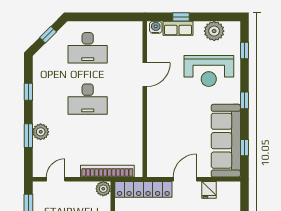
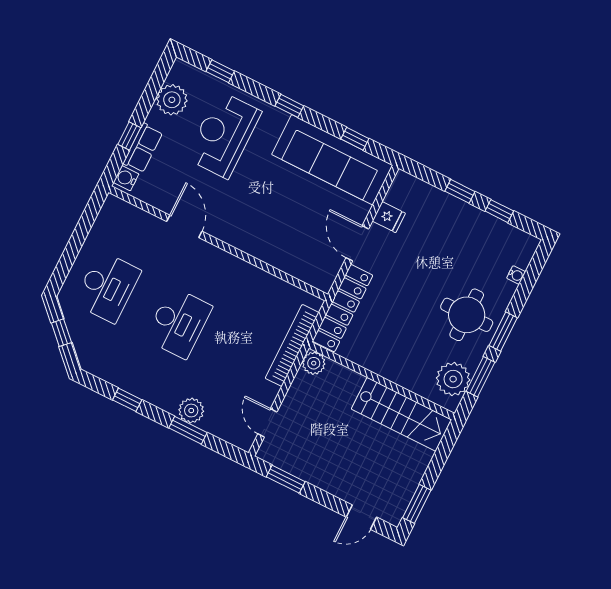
reception desk: (209, 71) -> (224, 135), turned 180

